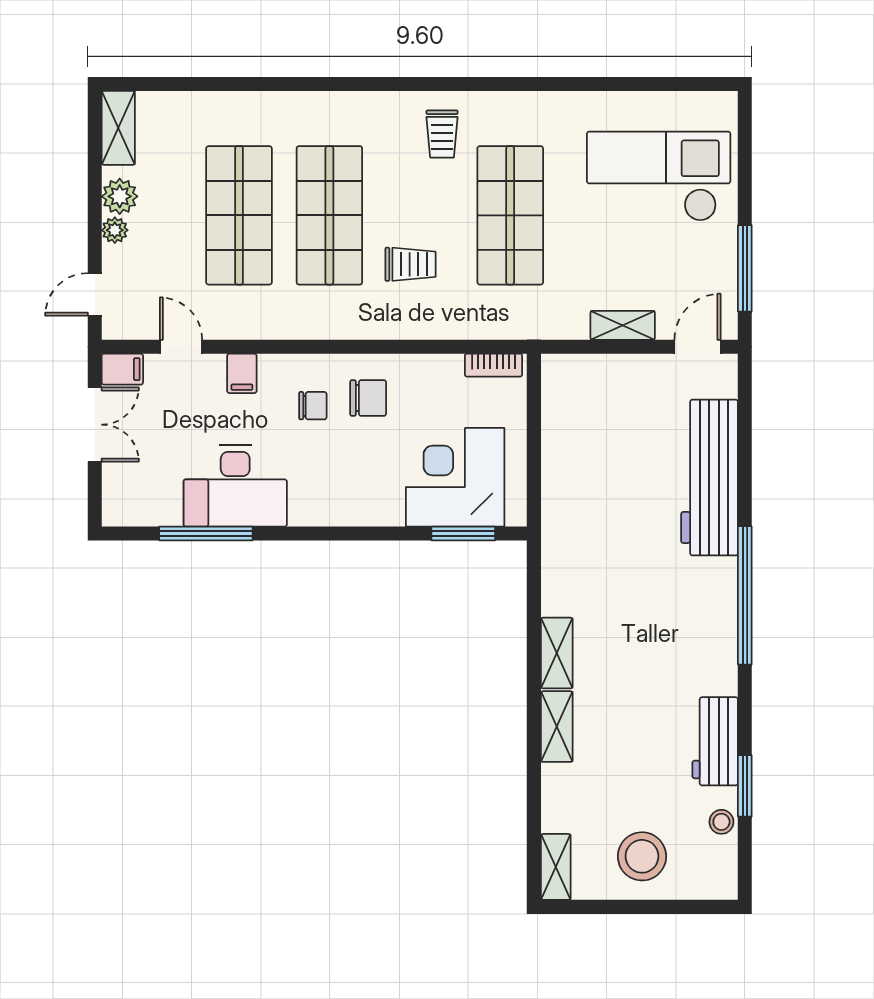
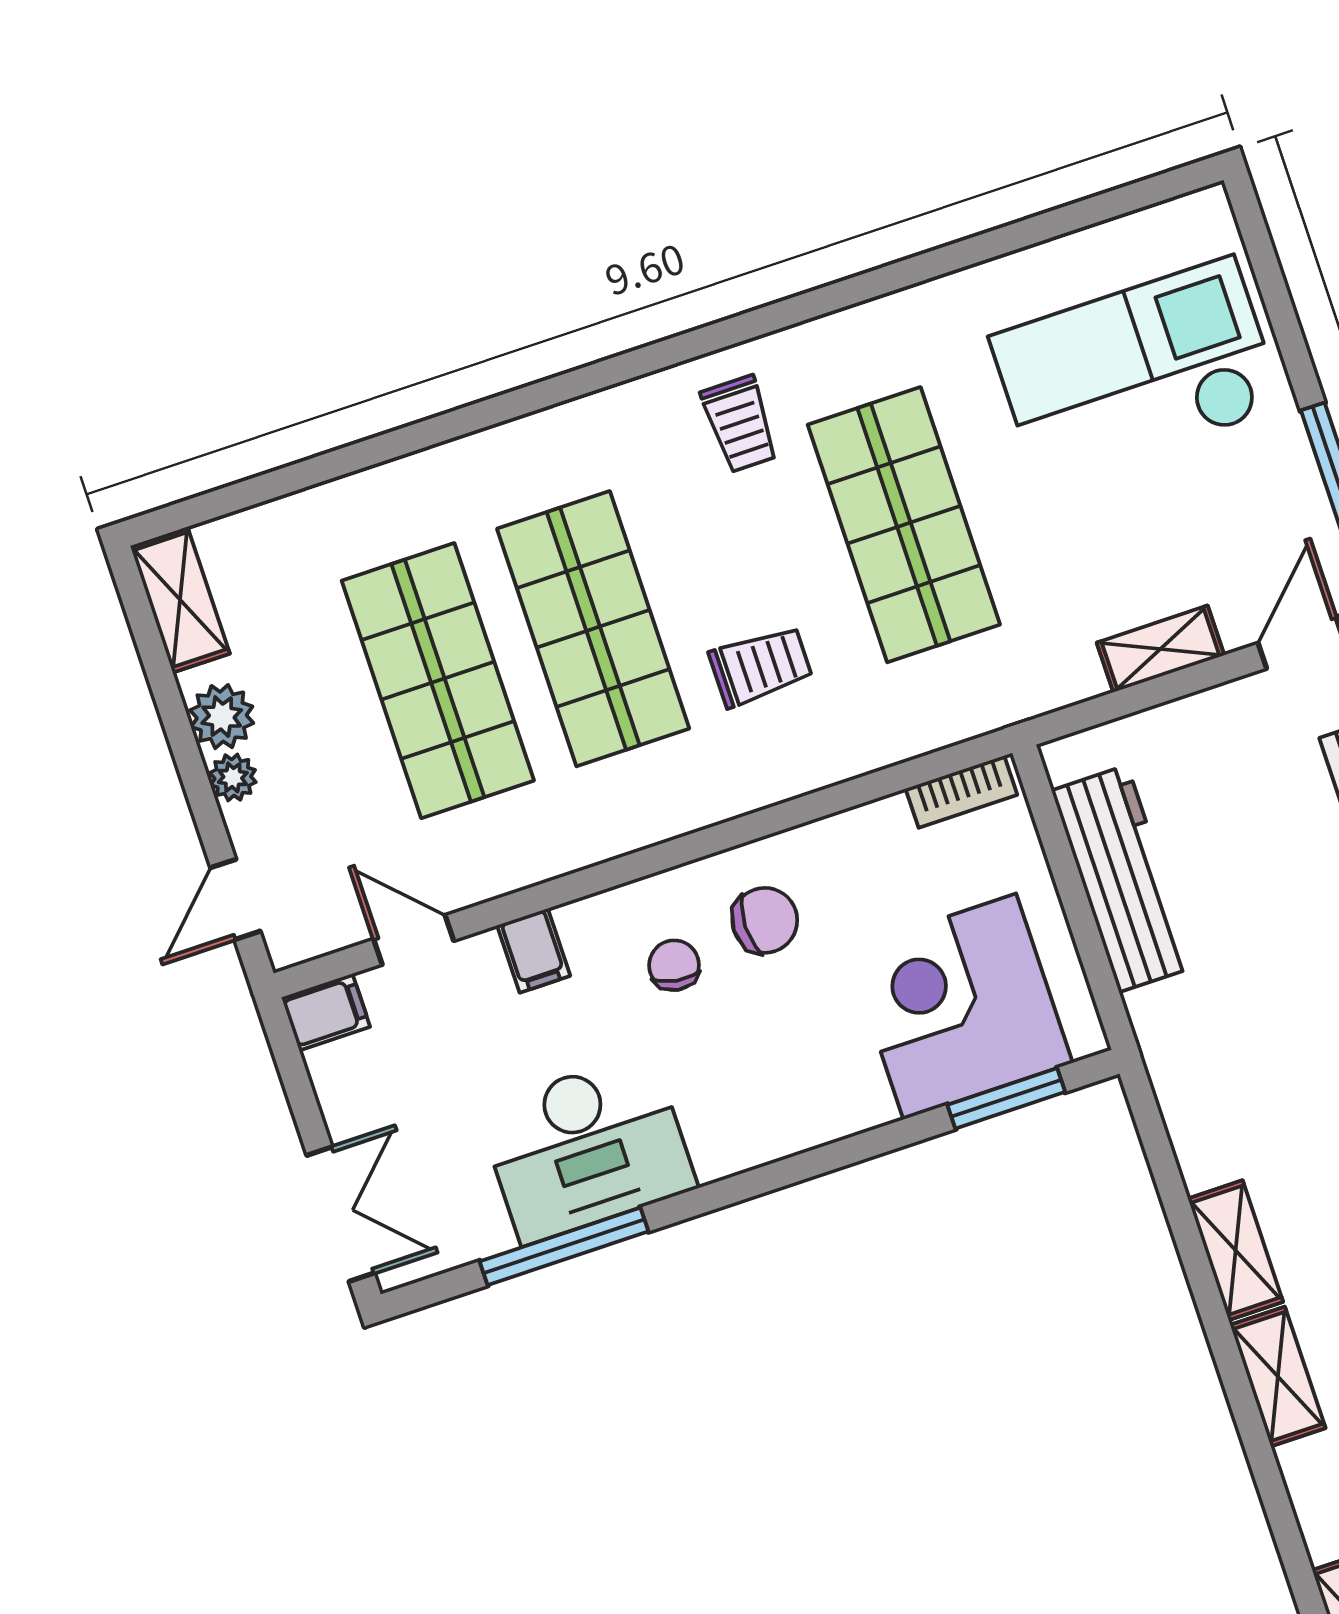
chair: (313, 406) -> (674, 965), turned -81
double door: (95, 425) -> (341, 1214), moved
workbench: (563, 439) -> (1123, 879), added

